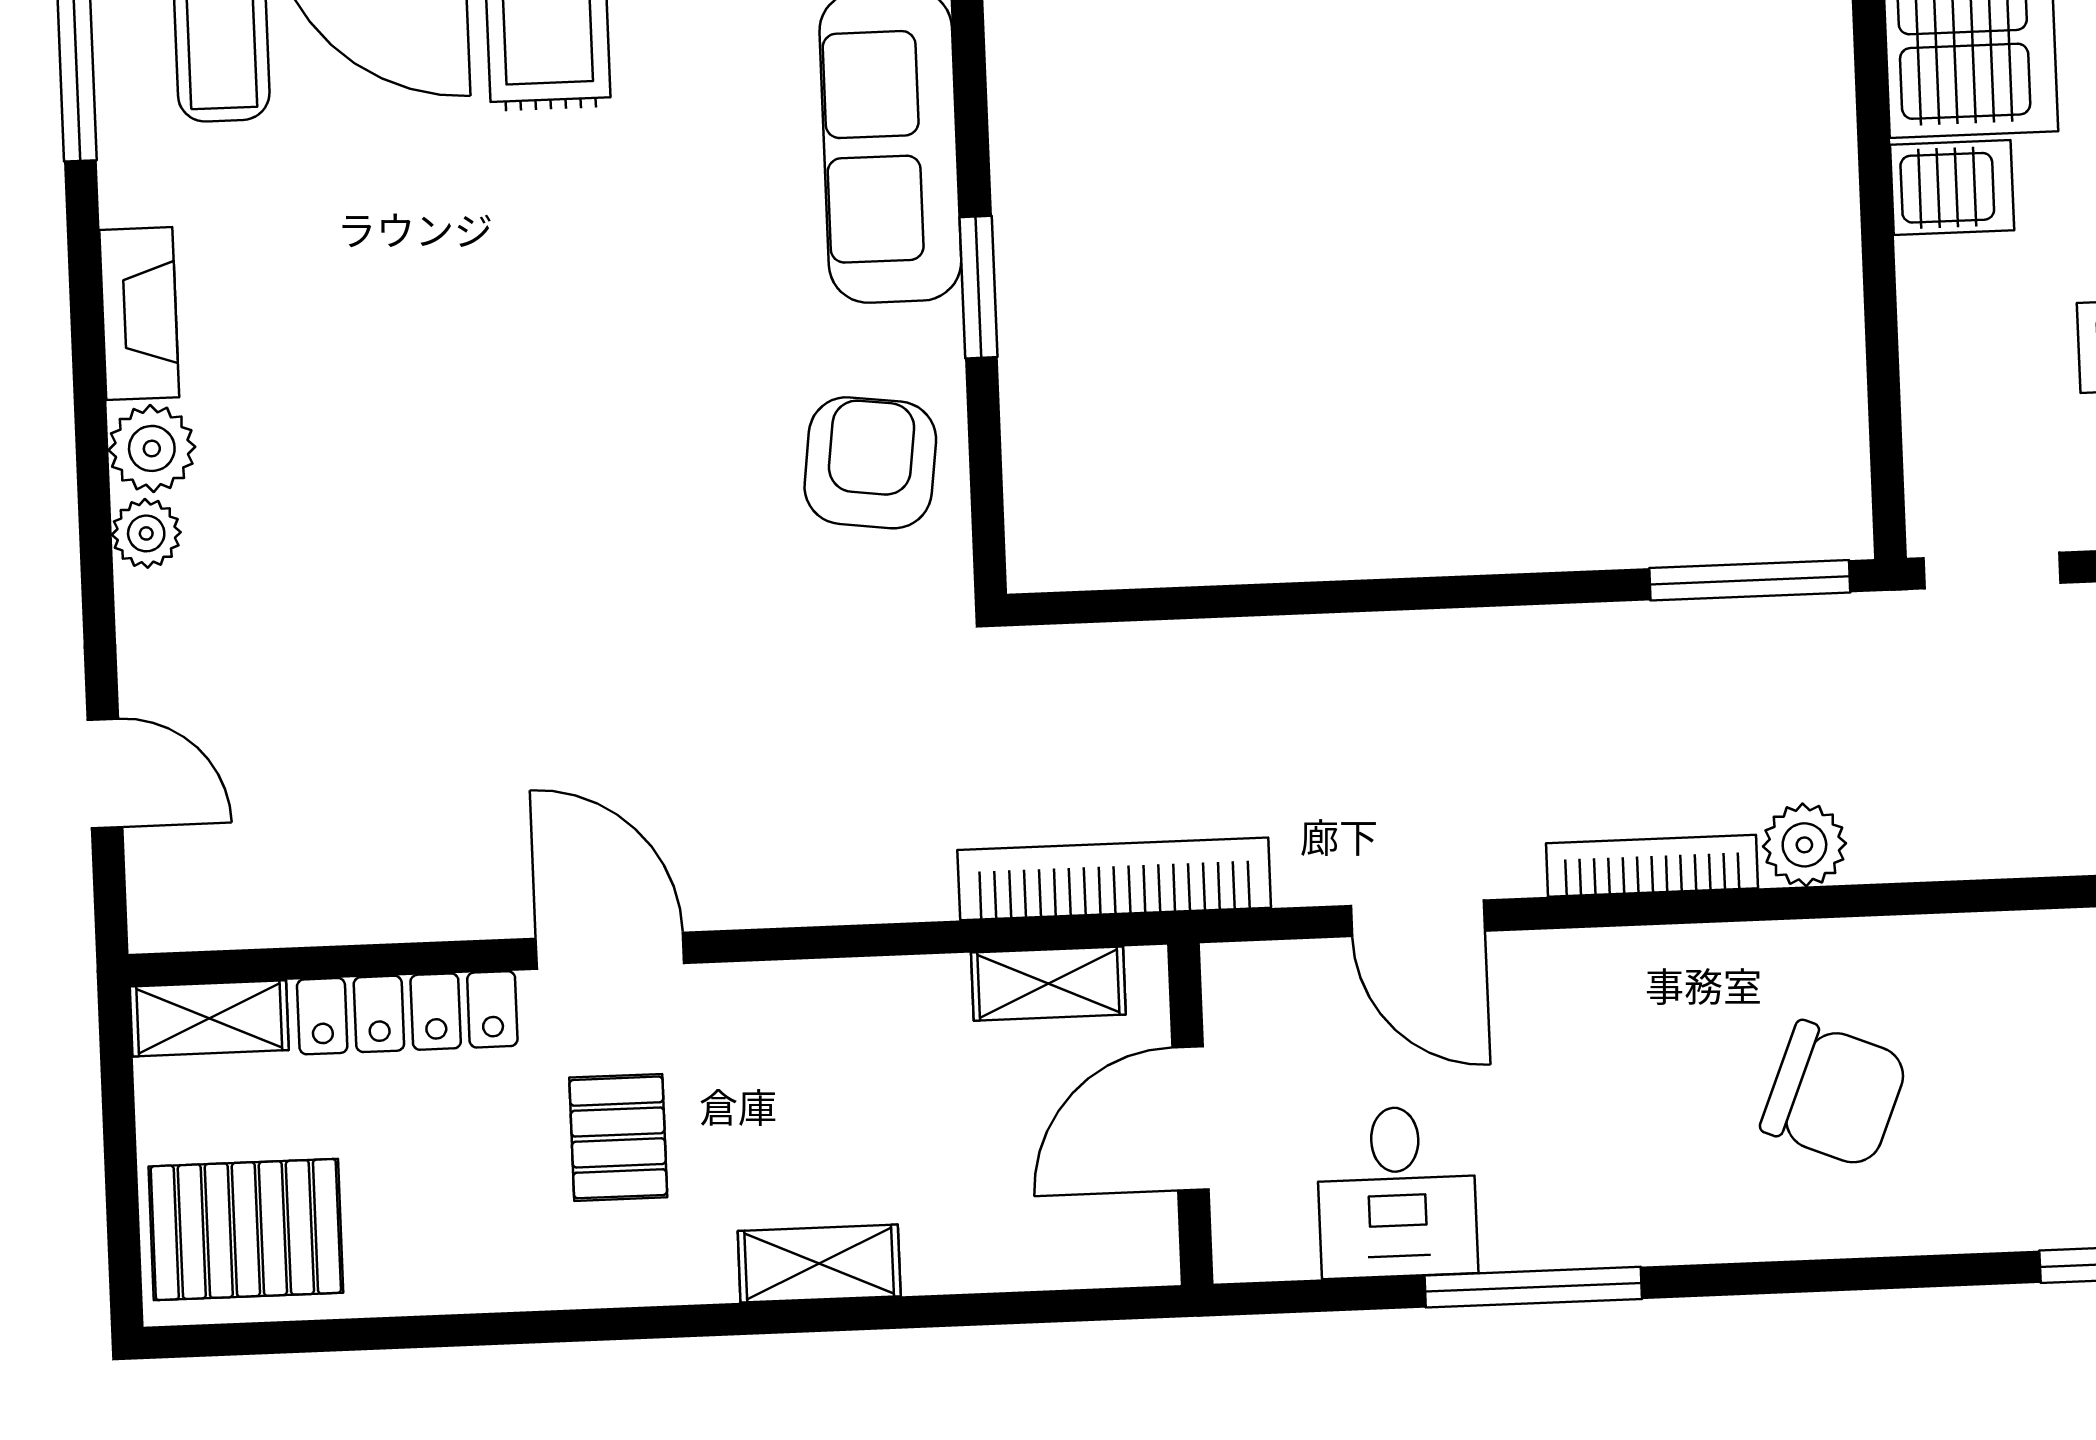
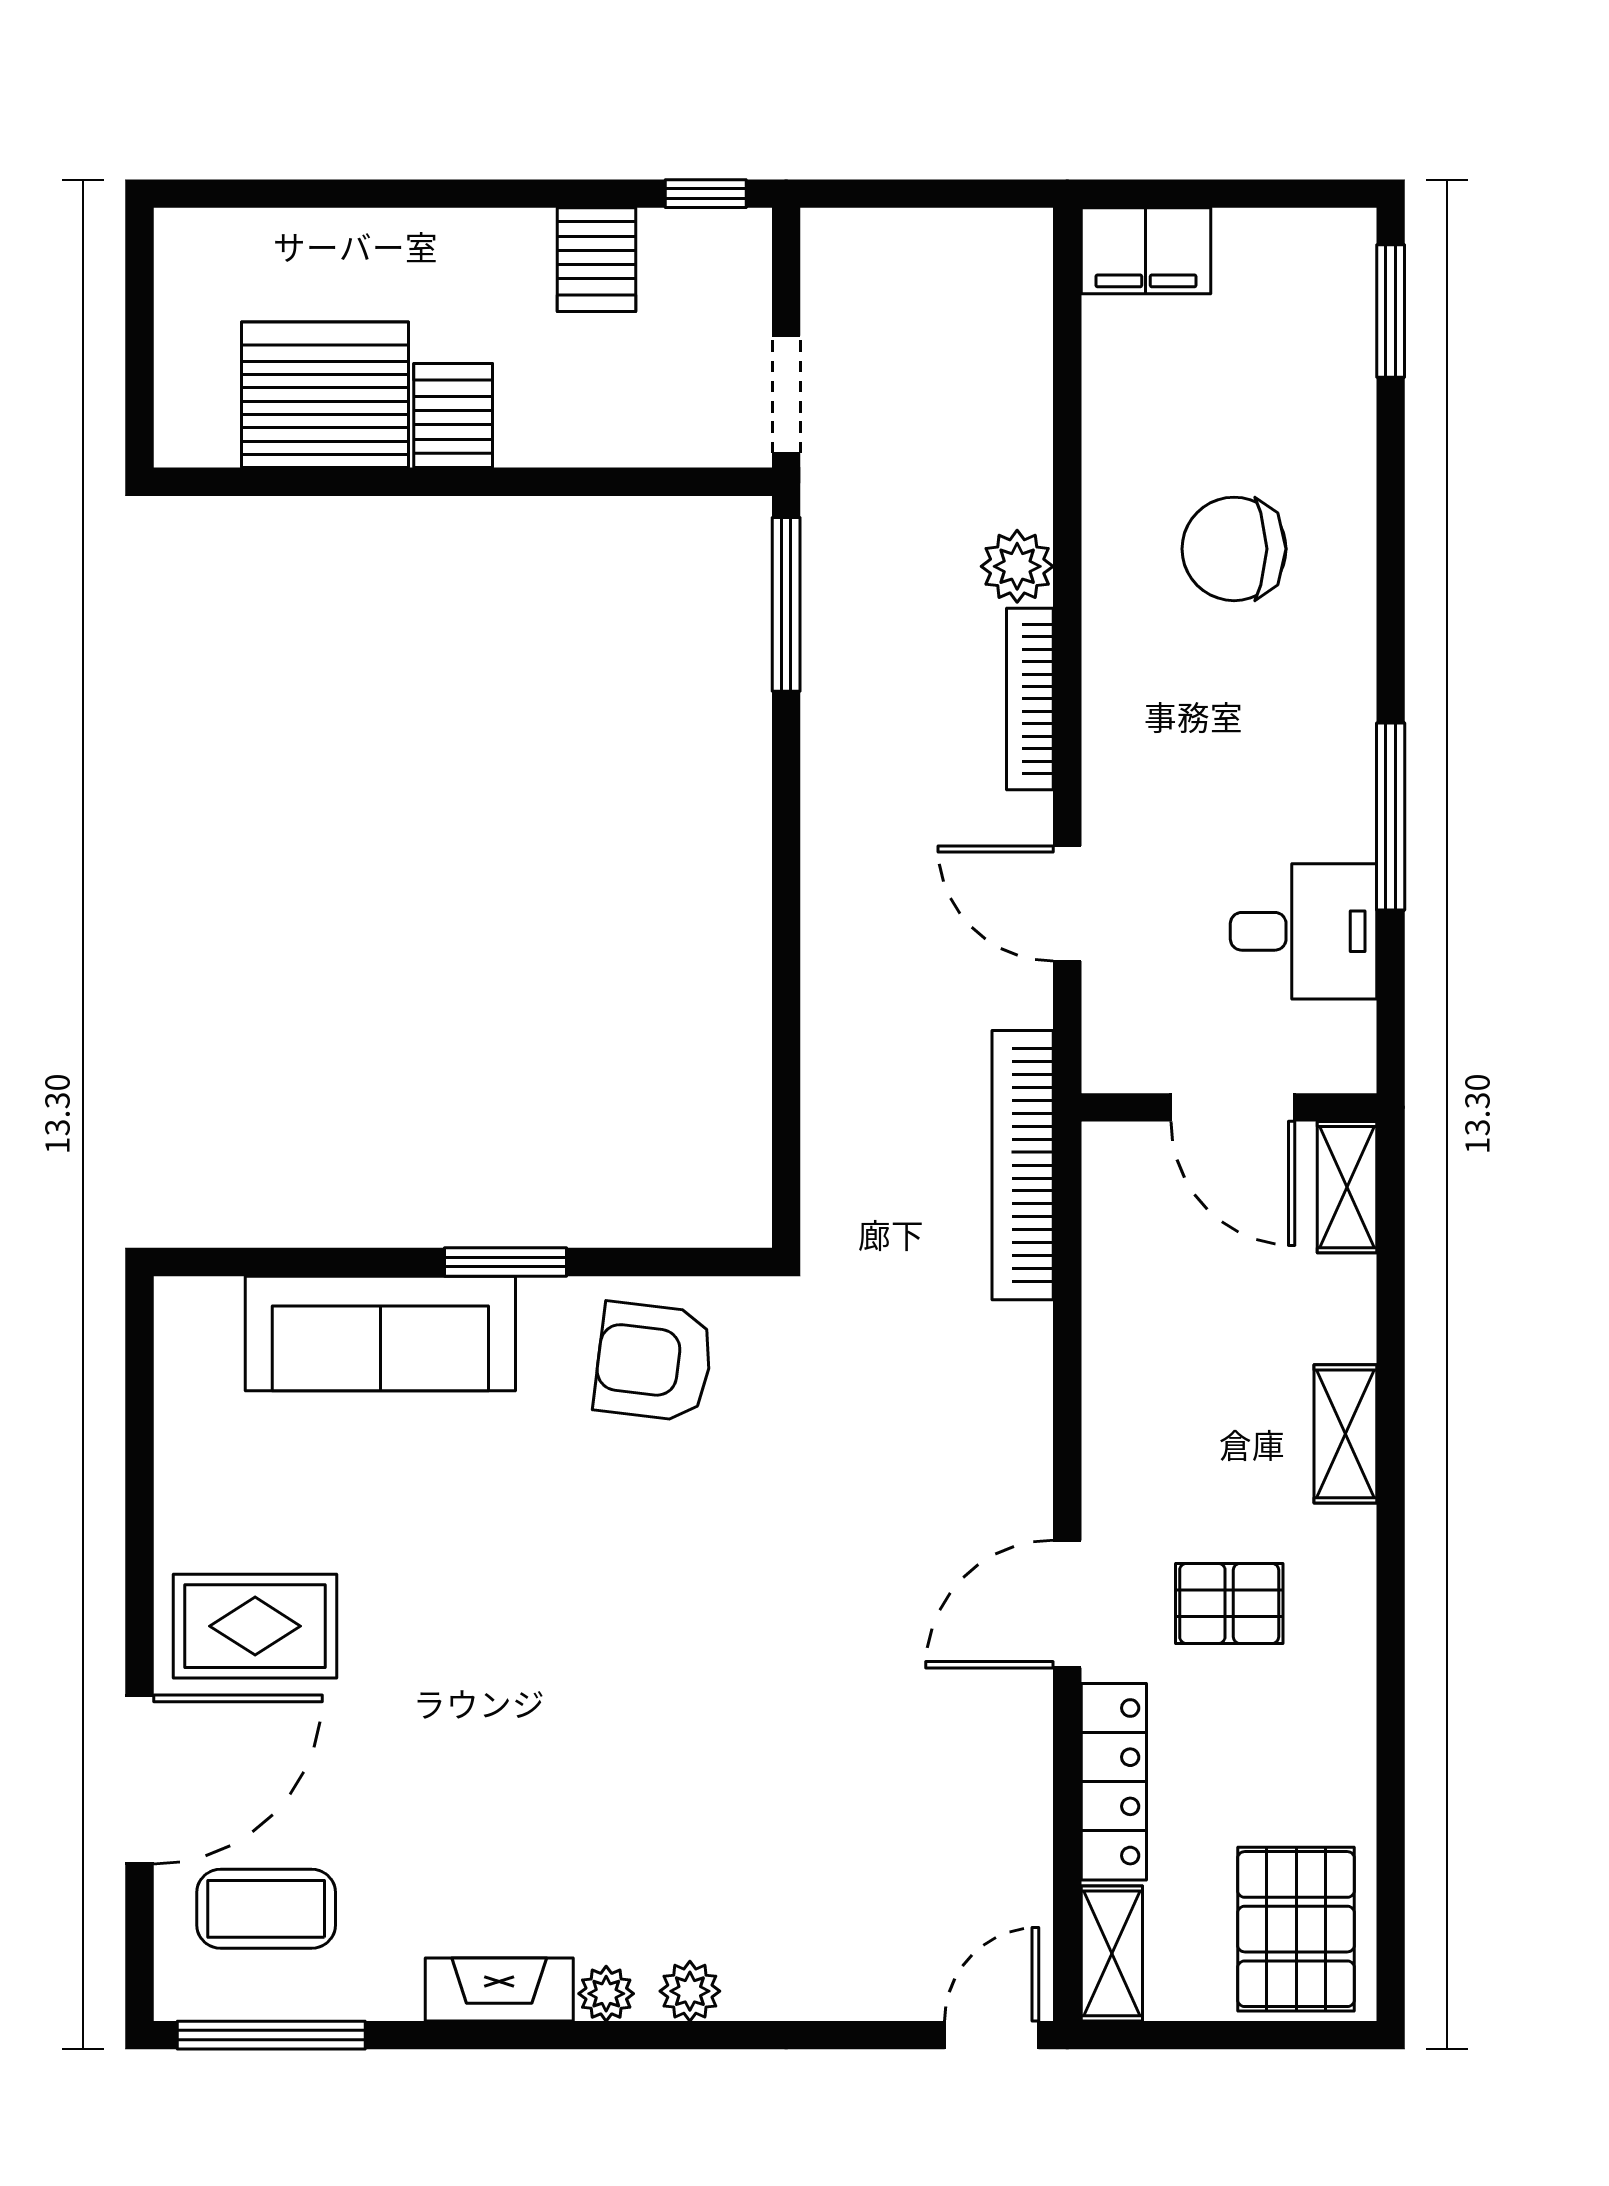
plant: (152, 448) -> (606, 1994), width x0.73, depth x0.73
door: (105, 773) -> (992, 2035), moved
door: (1418, 918) -> (1067, 904), swing flipped
shelving: (1048, 984) -> (1347, 1187), moved
chair: (1834, 1094) -> (1234, 549), turned -112

